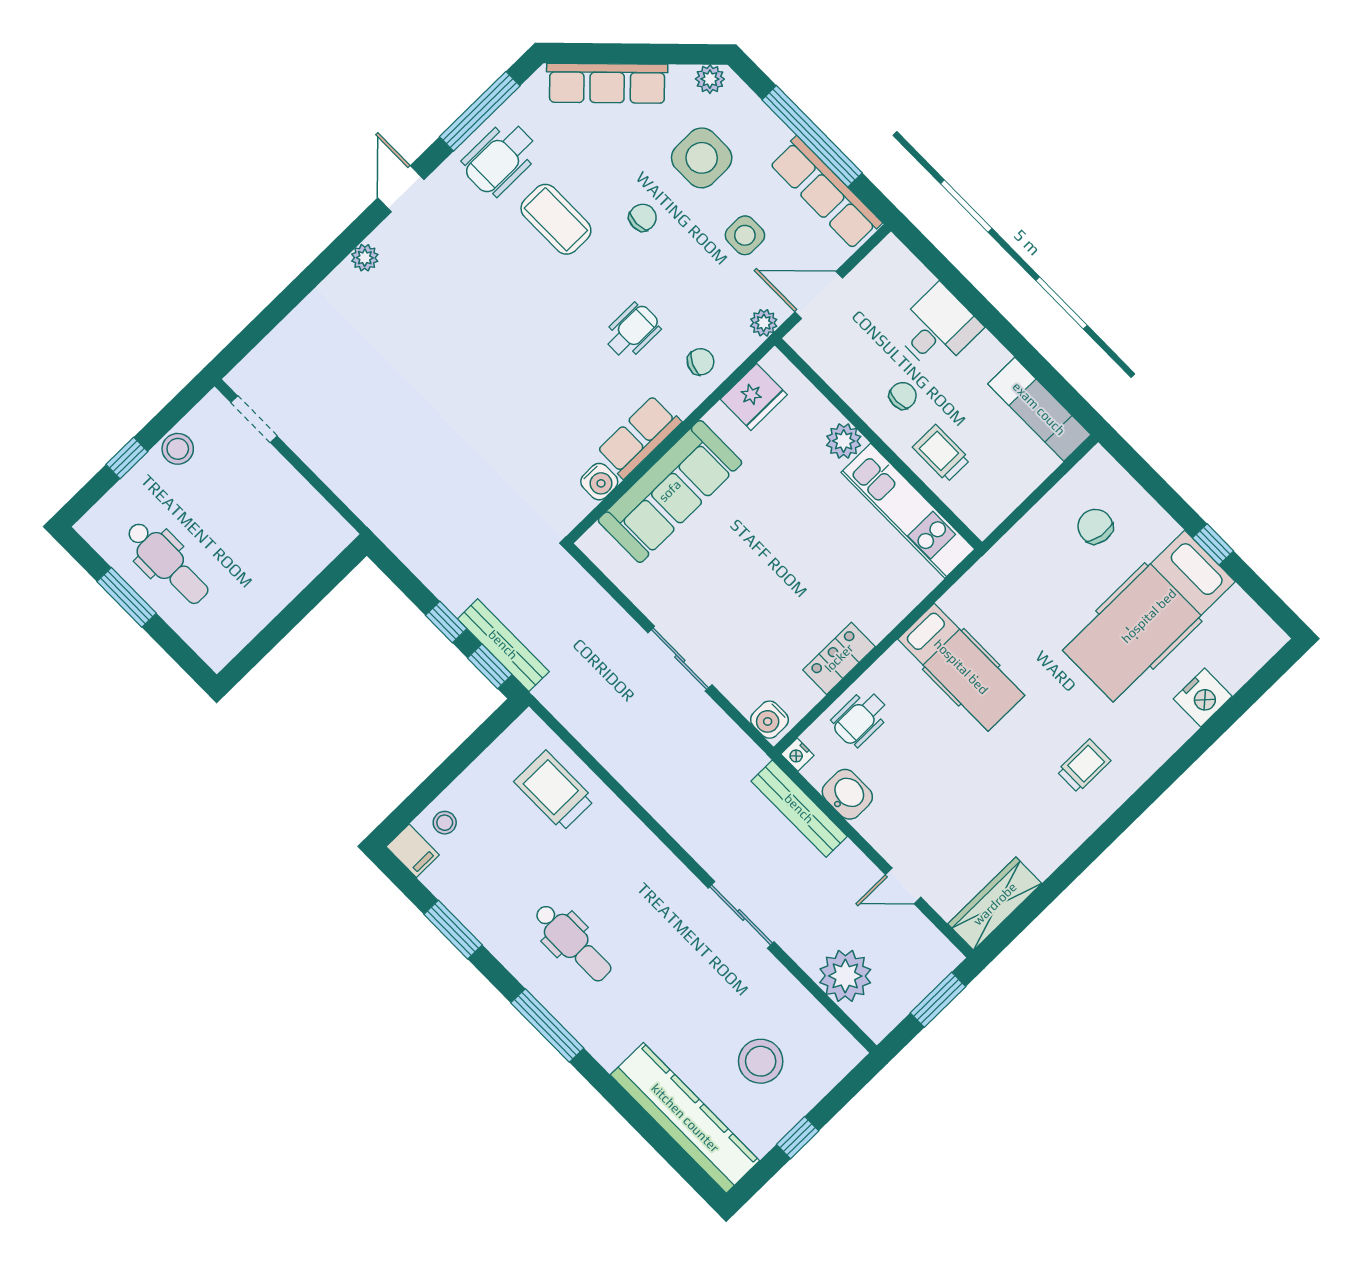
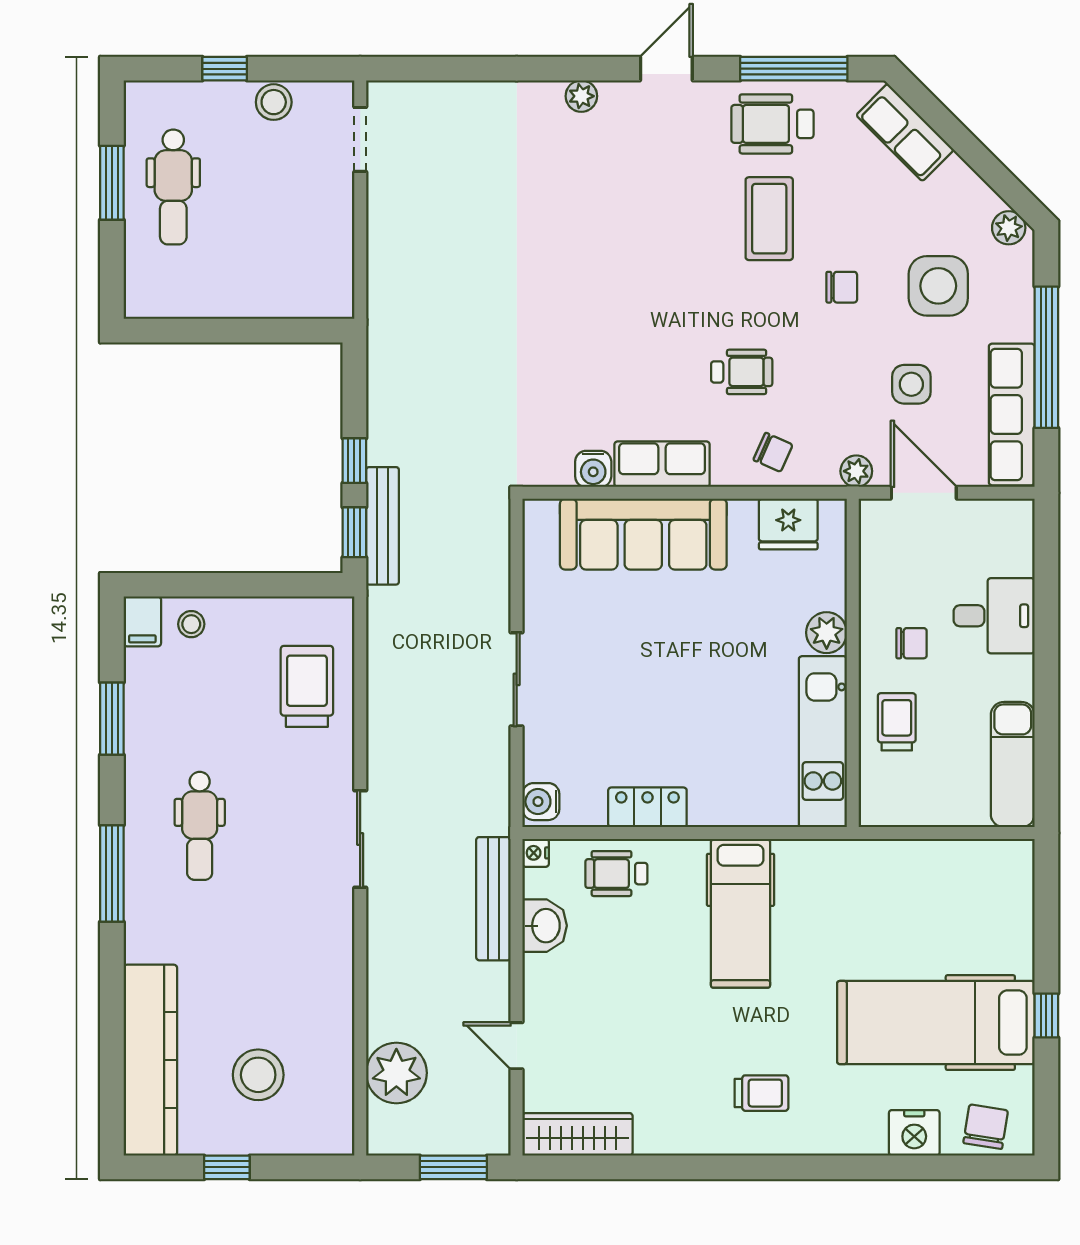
row of seats: (607, 83) -> (905, 132), width x0.68
chair: (1095, 526) -> (986, 1127), moved
sliding door: (741, 915) -> (360, 839), moved

